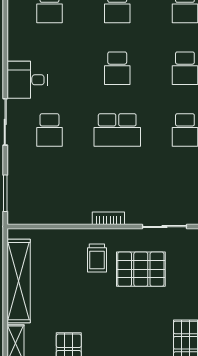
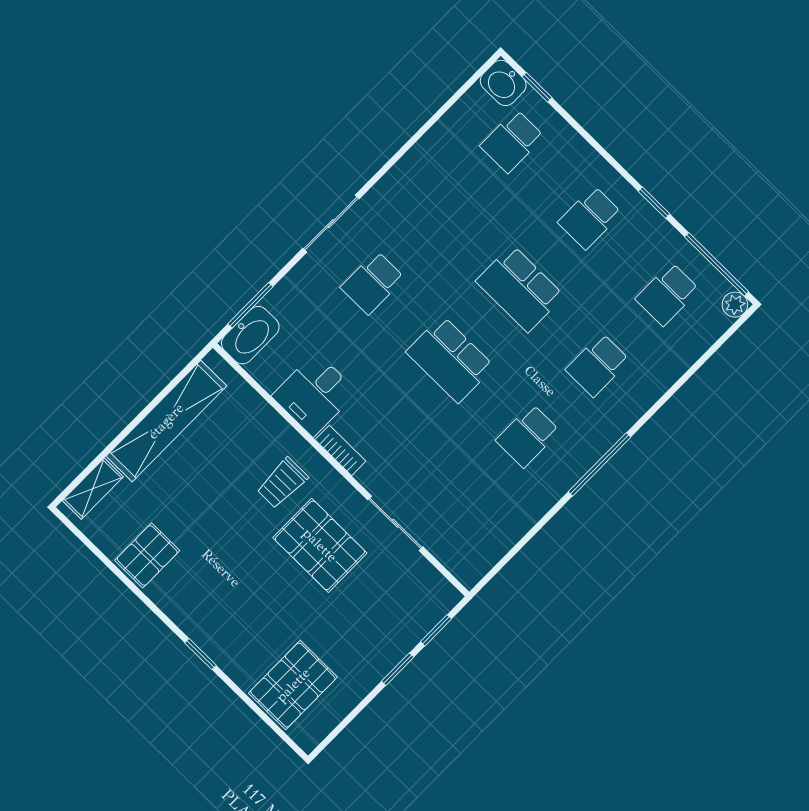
school desk: (117, 68) -> (520, 289), width x1.85
desk: (27, 80) -> (314, 394), moved, turned -90
washbasin: (18, 206) -> (250, 335), added

